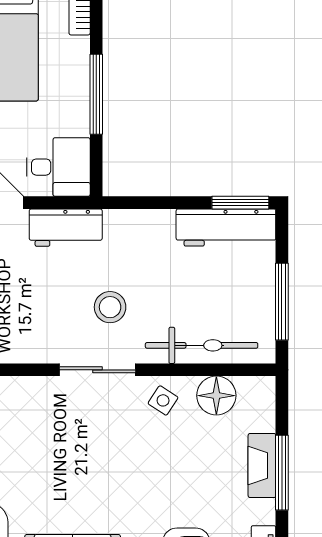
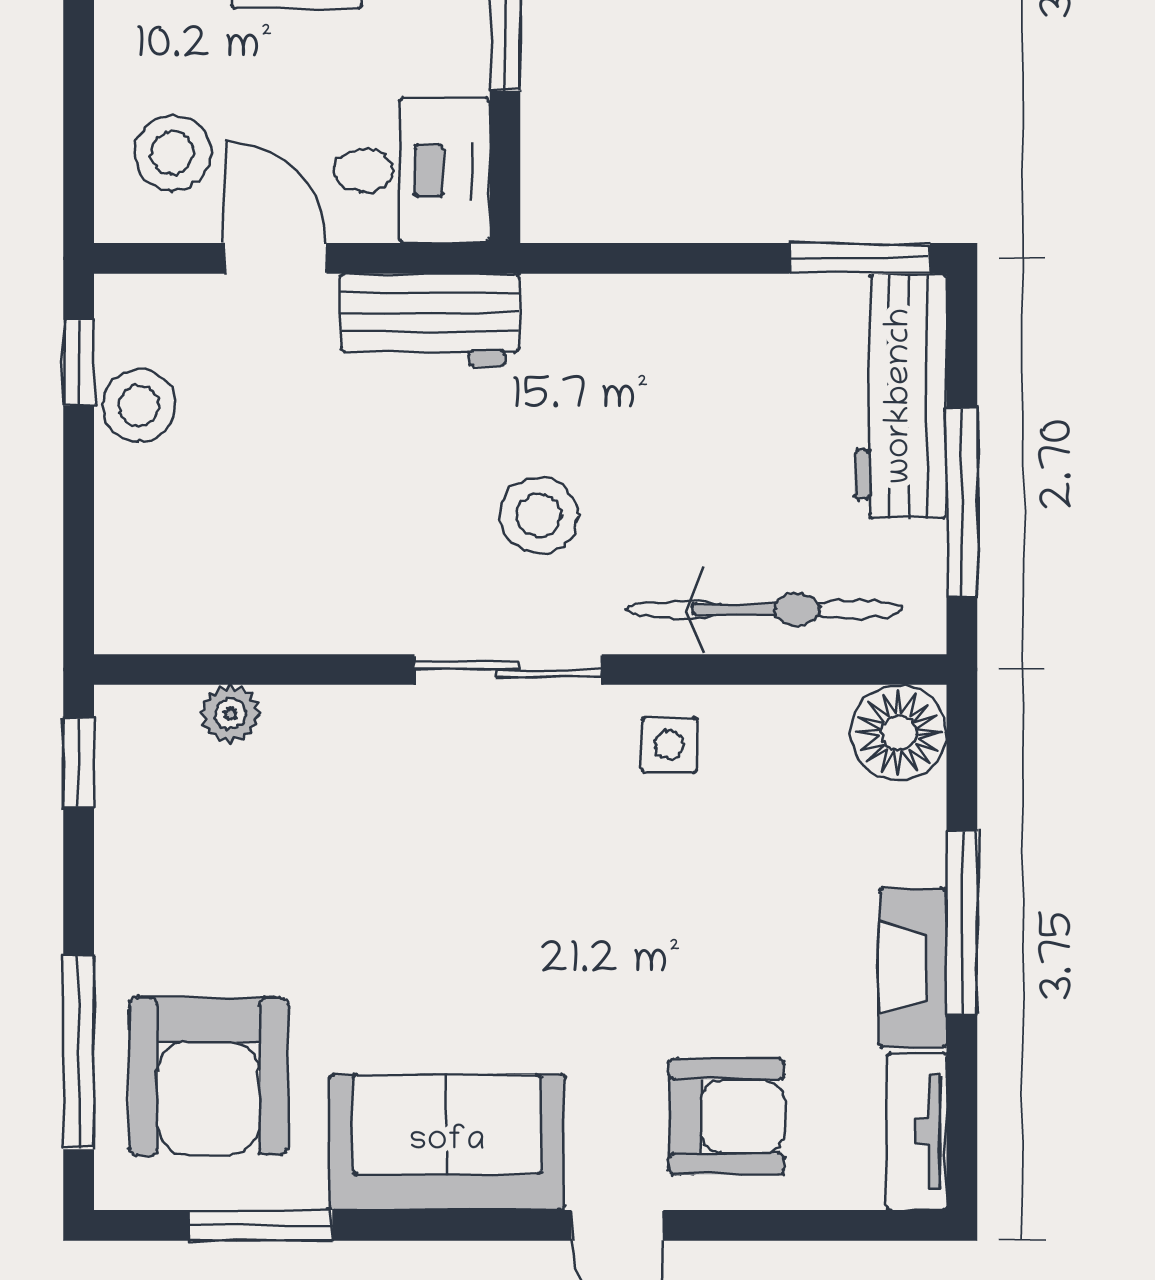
workbench: (226, 228) -> (901, 396), moved, turned 90
floor lamp: (216, 396) -> (899, 733), moved
side table: (163, 400) -> (669, 745), turned -33
fireplace: (262, 465) -> (913, 967), moved

